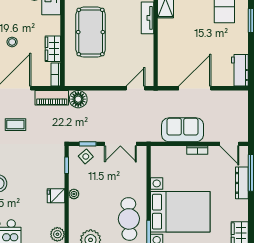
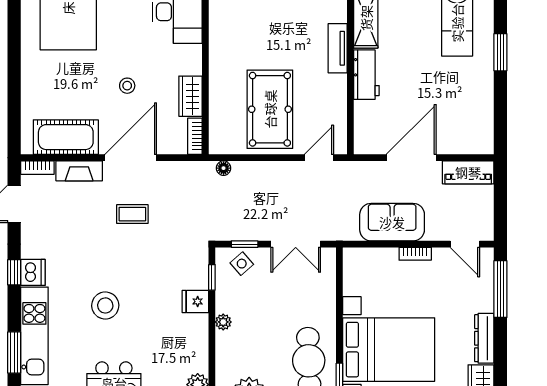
pool table: (91, 32) -> (270, 109), moved
workbench: (240, 70) -> (366, 75), moved, turned 180
piano: (52, 98) -> (468, 172), moved
floor lamp: (78, 99) -> (224, 168), width x0.53, depth x0.53
dresser: (242, 183) -> (484, 338), moved
fridge: (56, 196) -> (195, 301), moved

